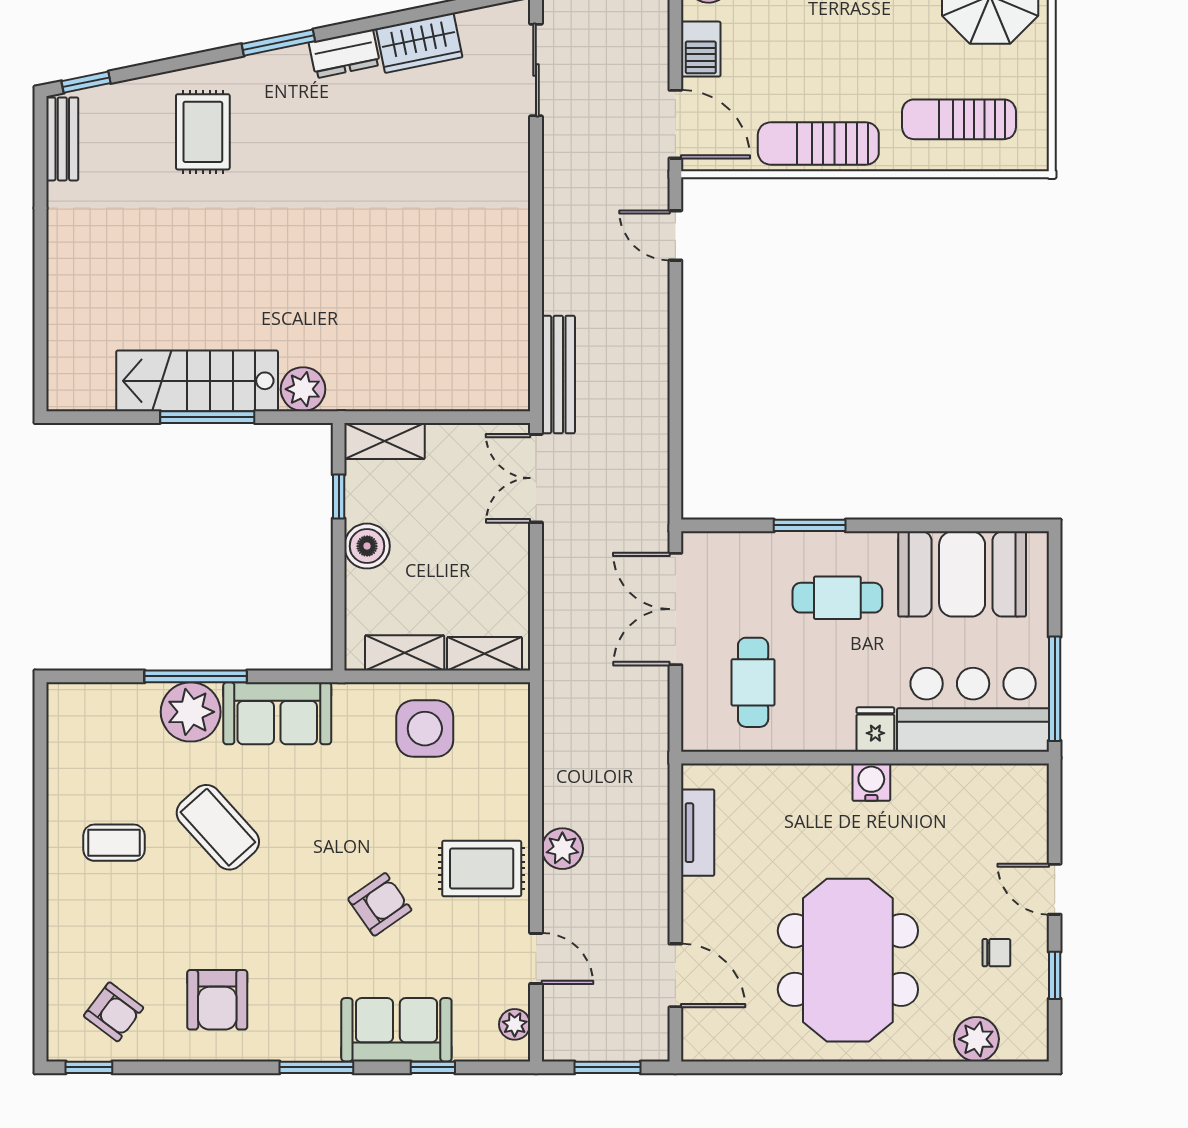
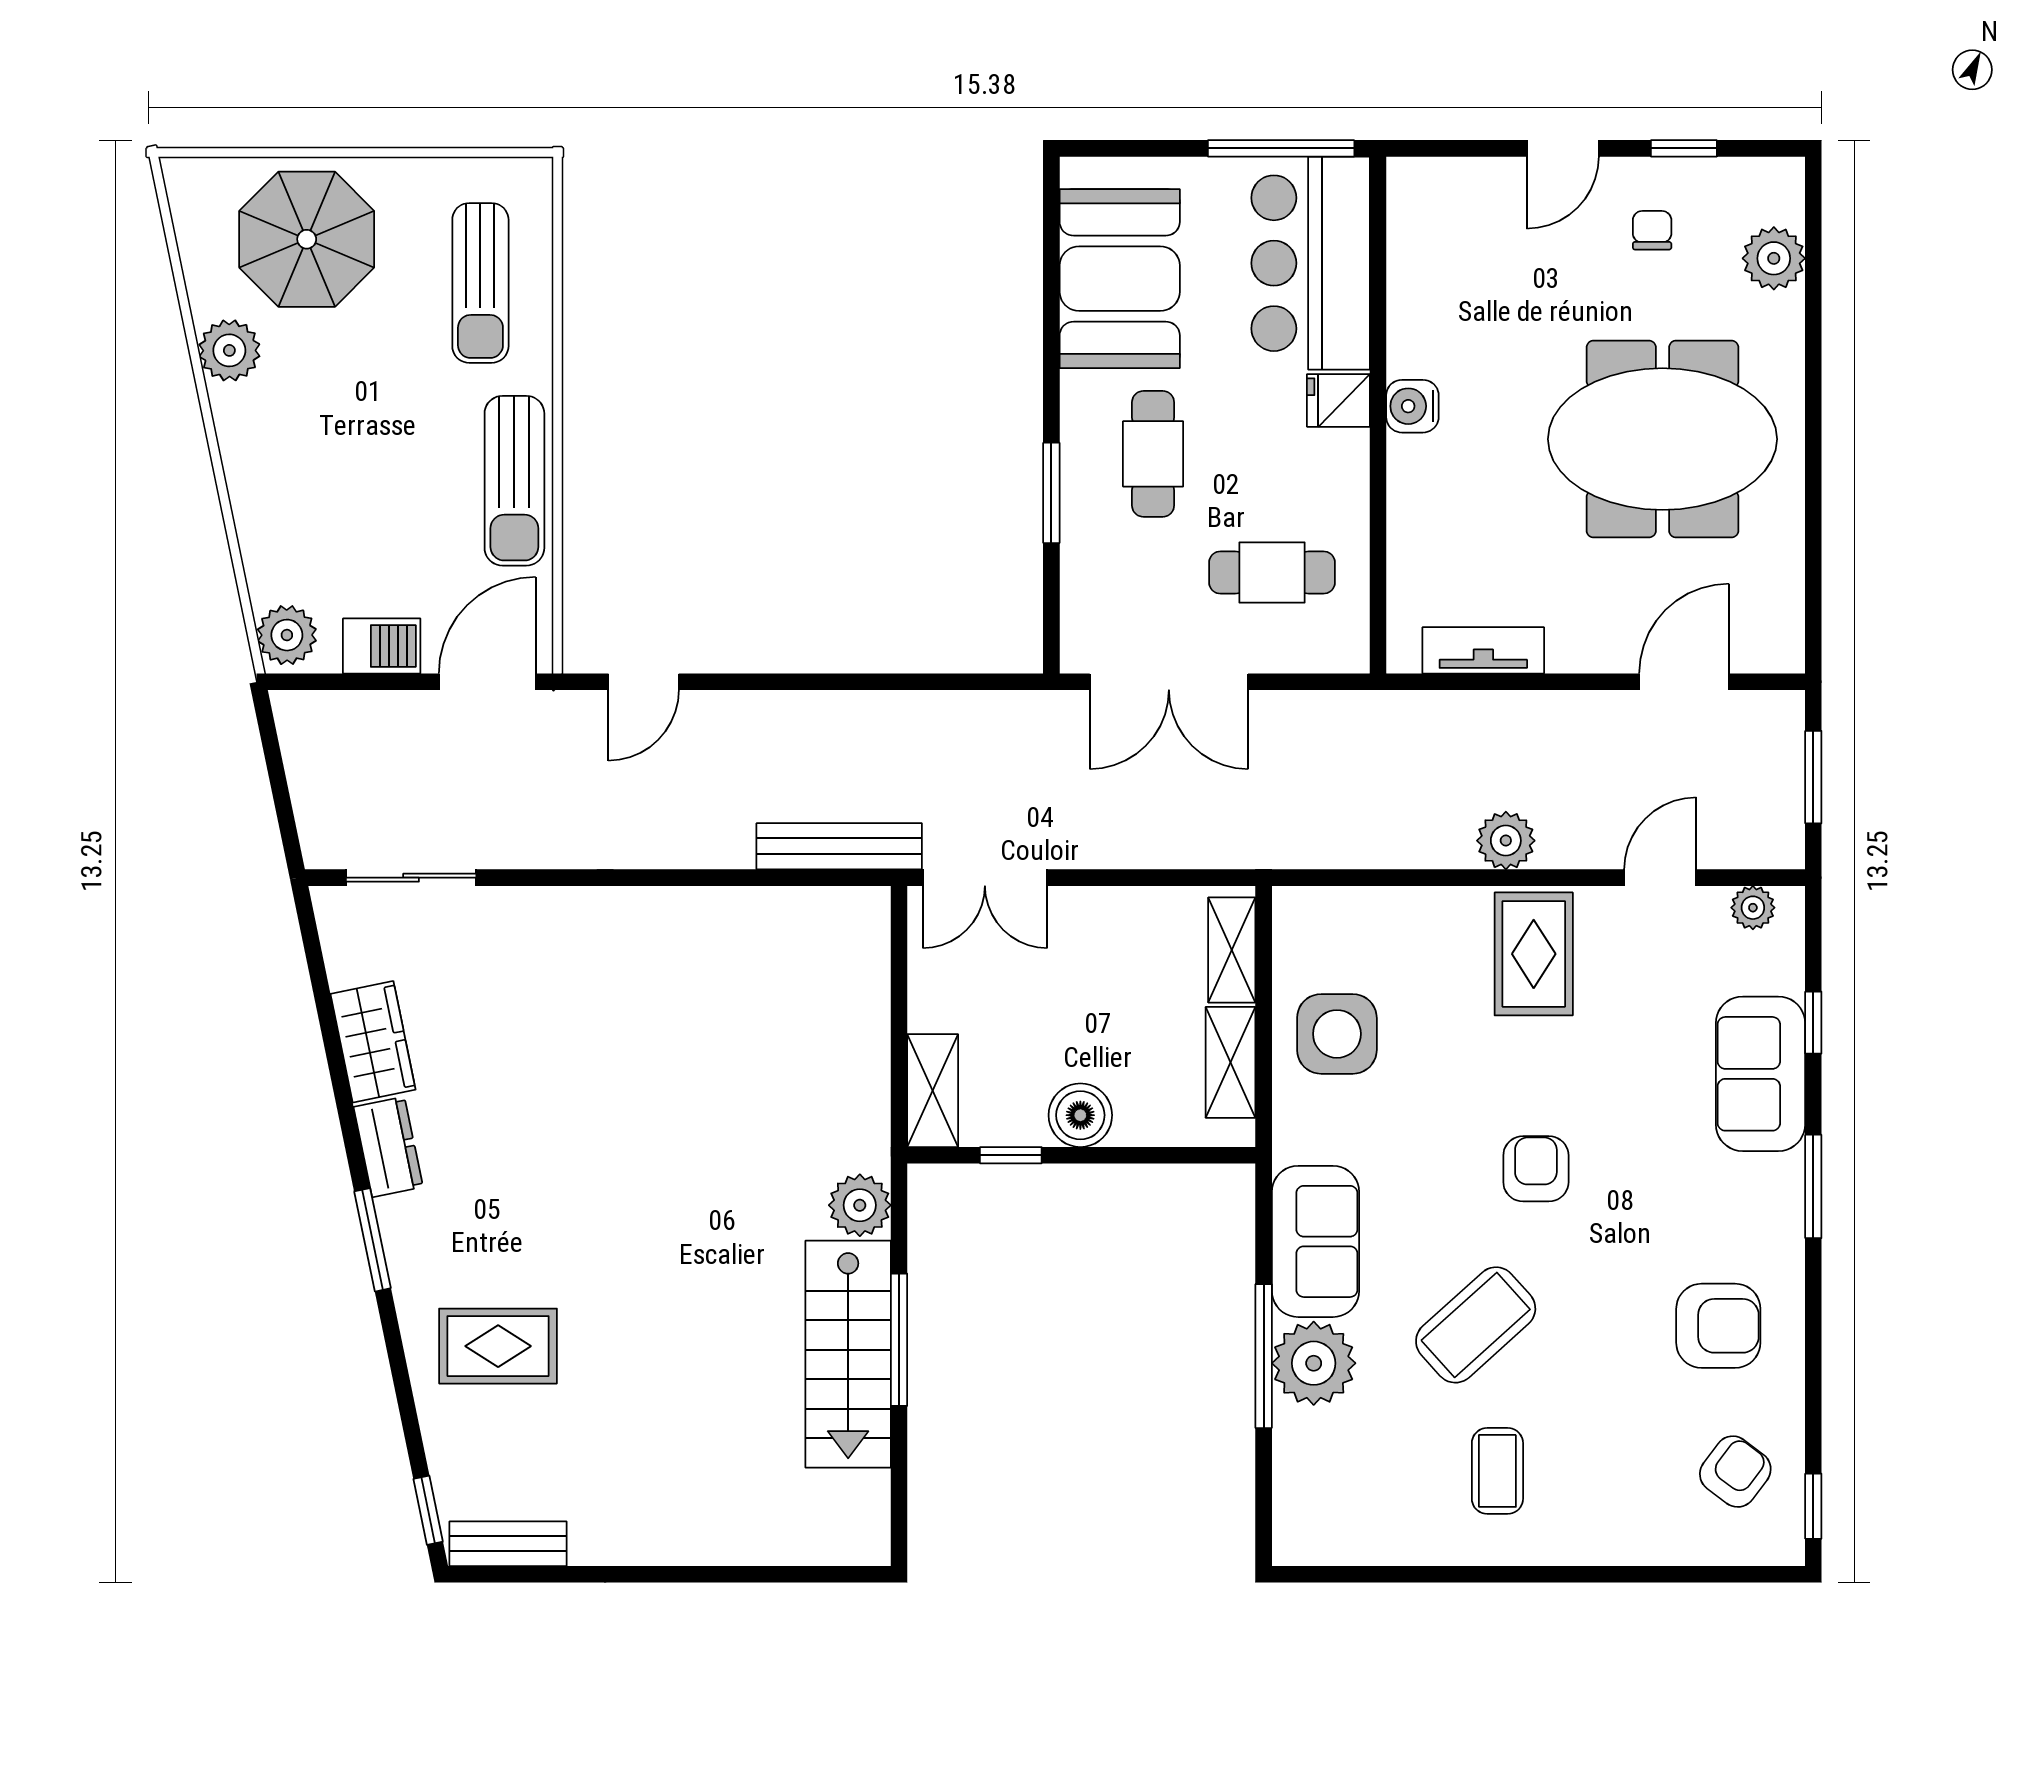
armchair: (380, 904) -> (1536, 1169), moved, turned 35

